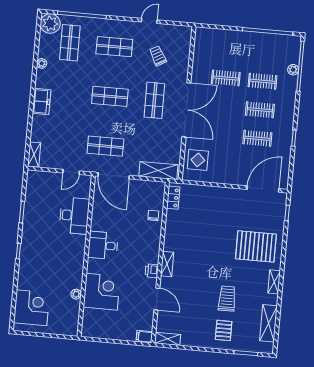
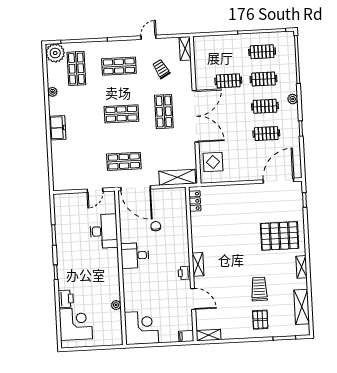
clothes rail: (265, 53) -> (262, 52), added
plant: (293, 70) -> (293, 99), moved
shelving: (34, 155) -> (185, 49), moved
chair: (153, 215) -> (156, 226), moved
printer: (25, 280) -> (66, 299), added
corner desk: (102, 292) -> (141, 328), moved

